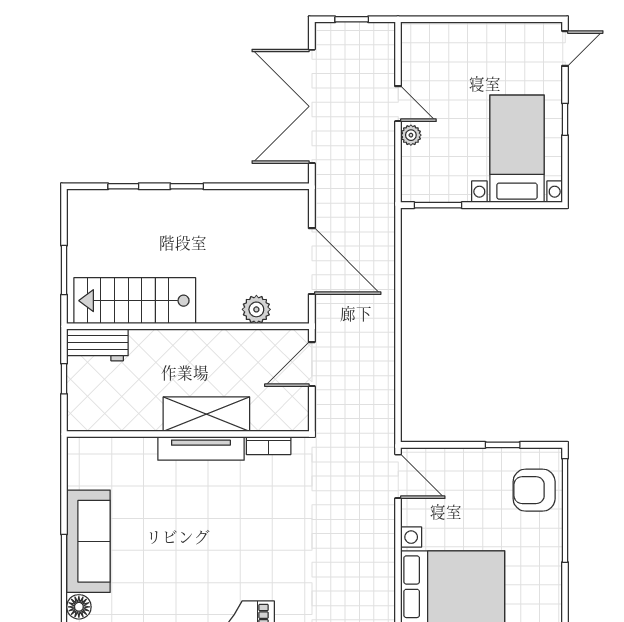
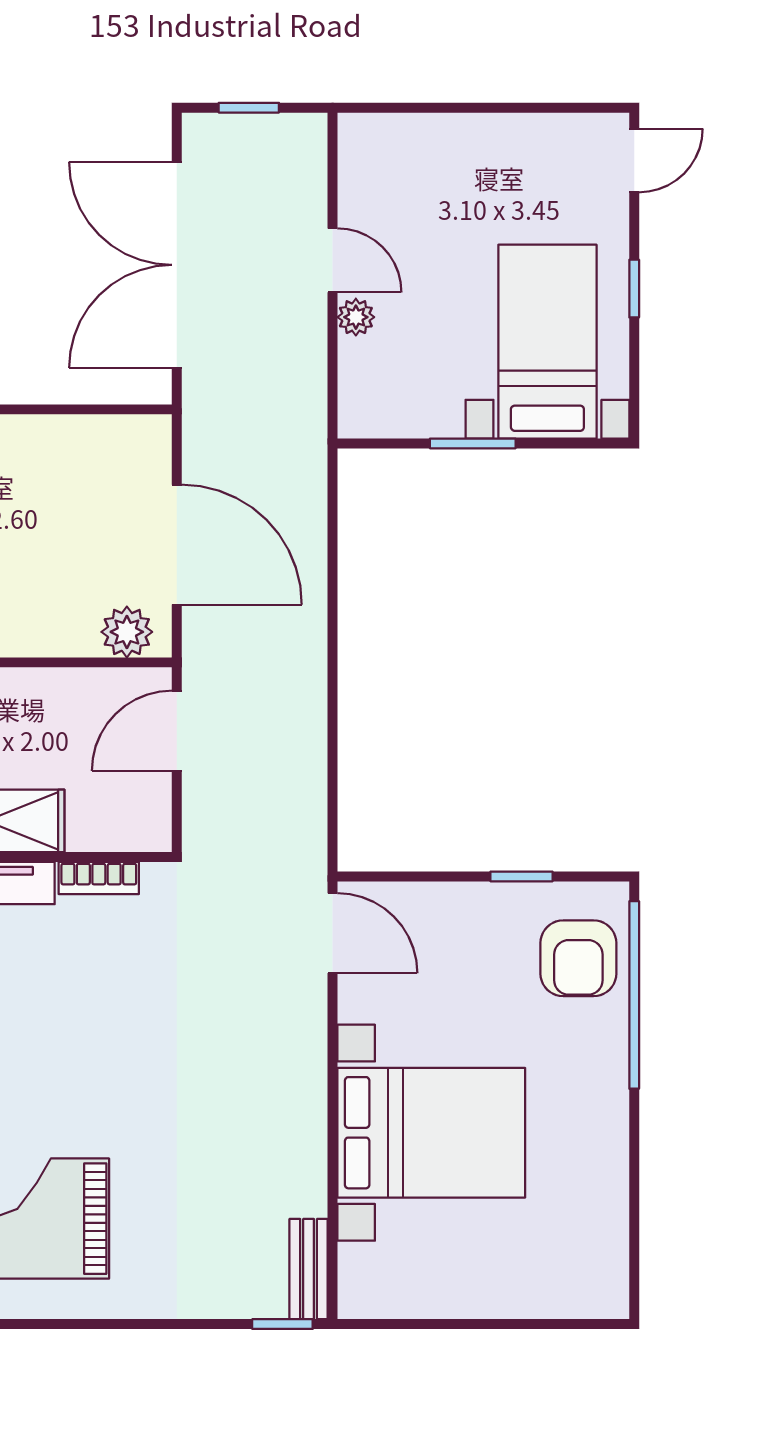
window: (438, 205) -> (473, 443), moved
plant: (256, 309) -> (127, 632), moved
armchair: (534, 490) -> (578, 958), turned -90

